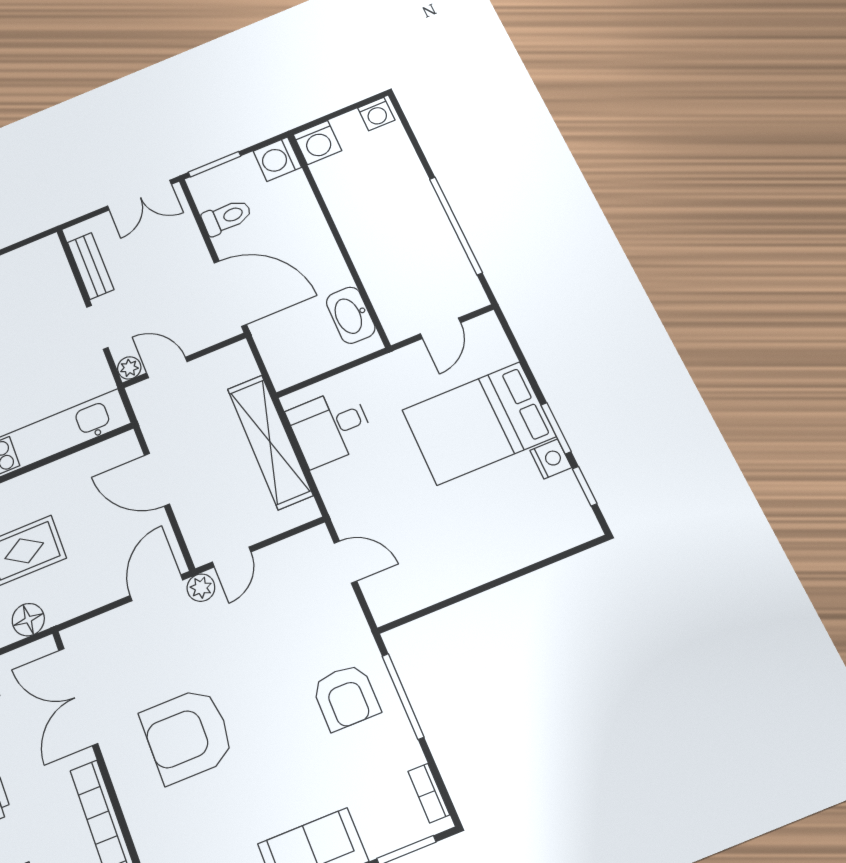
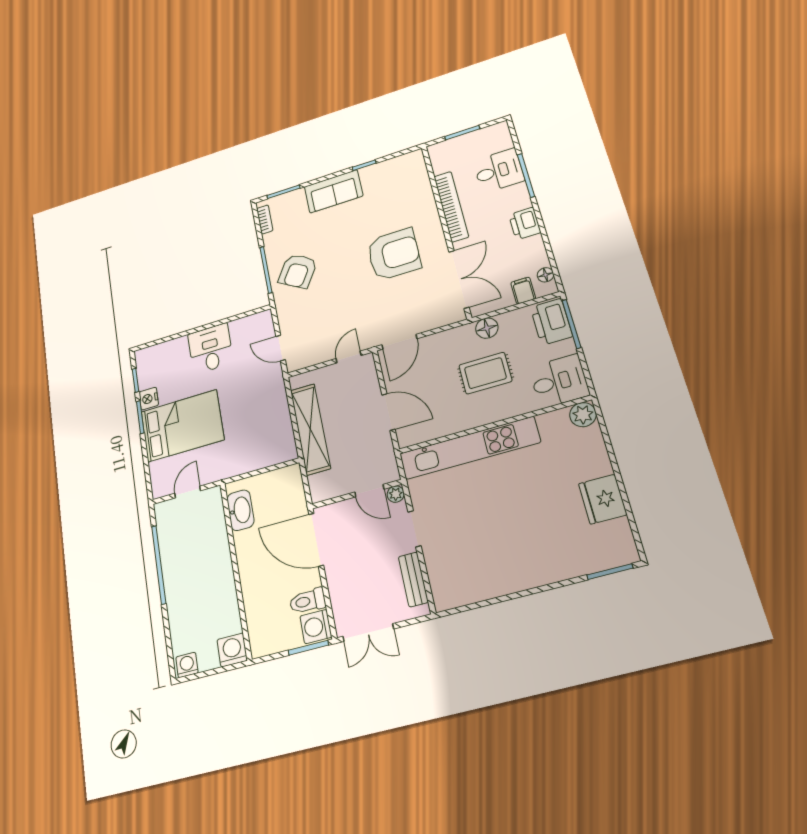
washing machine: (277, 159) -> (316, 627), moved, turned 180
double door: (139, 195) -> (368, 633), swing flipped
desk: (331, 427) -> (210, 349), moved, turned -90
plant: (201, 588) -> (371, 340), removed
armchair: (346, 697) -> (298, 271), turned -149

